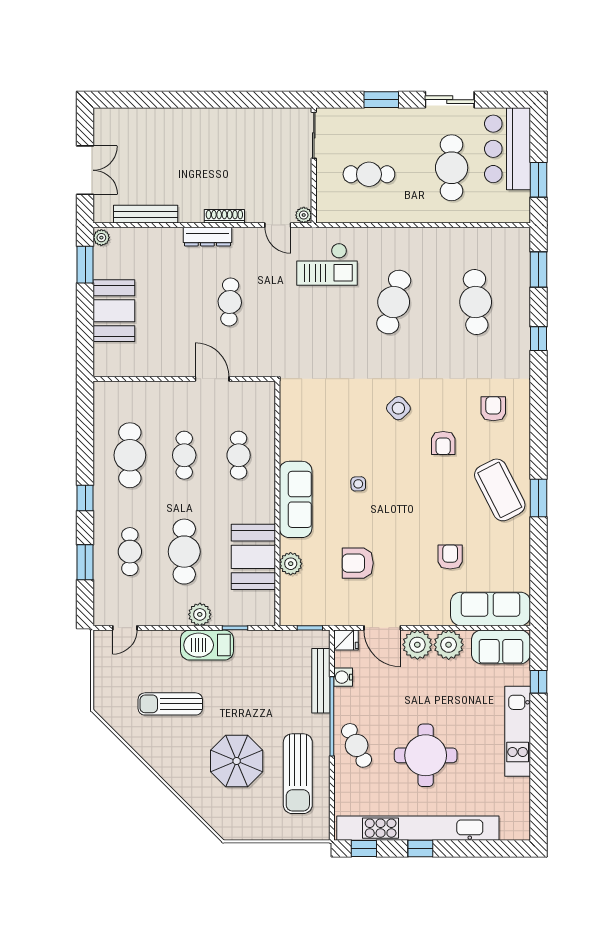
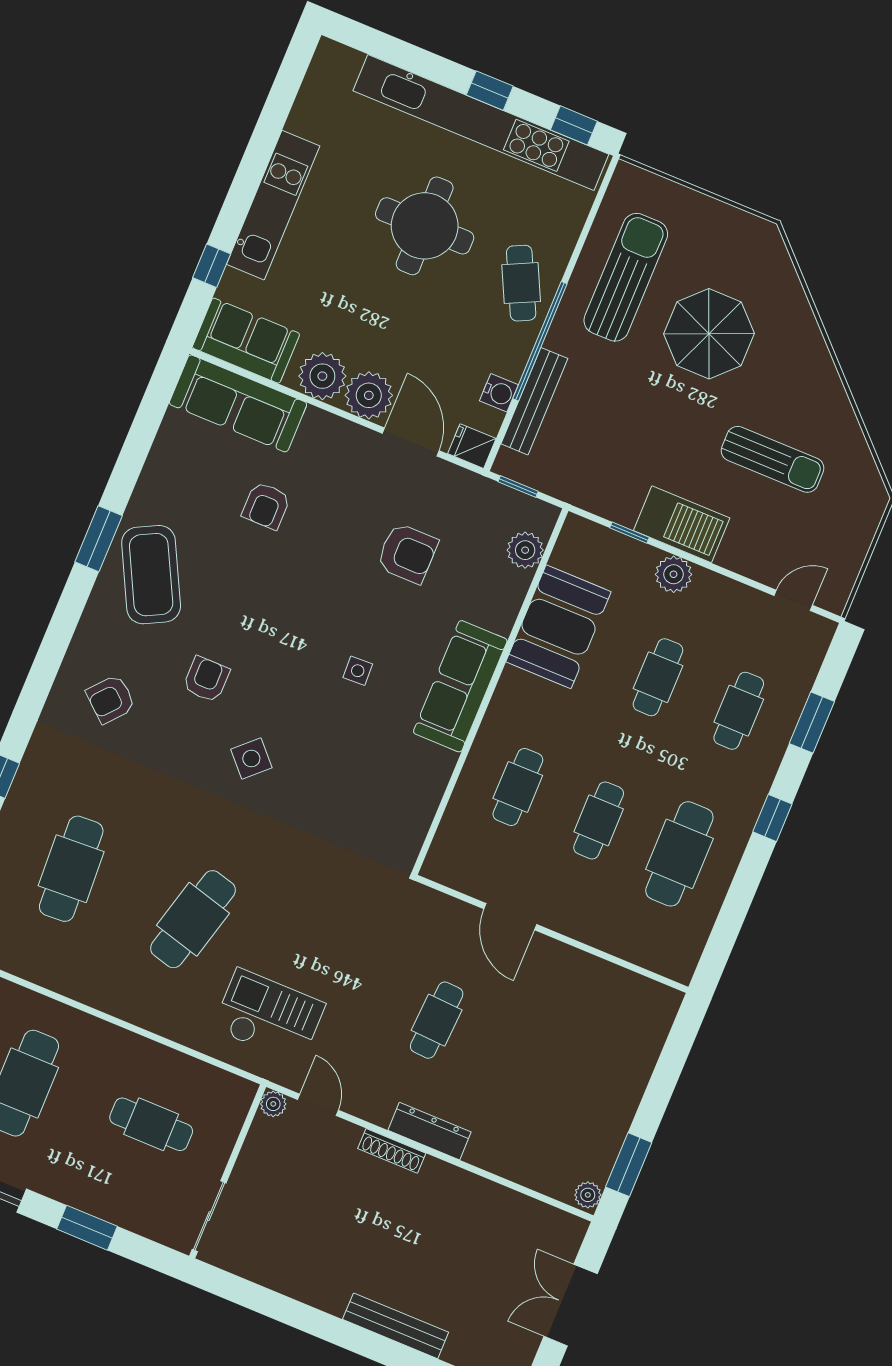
bench: (146, 214) -> (396, 1326), moved
booth: (114, 311) -> (614, 1079), removed
armchair: (493, 409) -> (111, 699), turned 41
cafe table: (184, 552) -> (658, 677), width x0.73, depth x0.74
plant: (291, 564) -> (525, 550), moved

